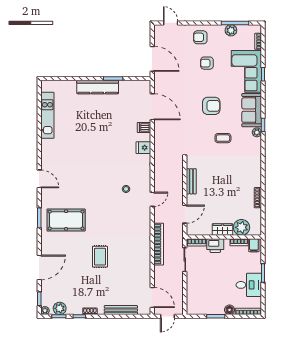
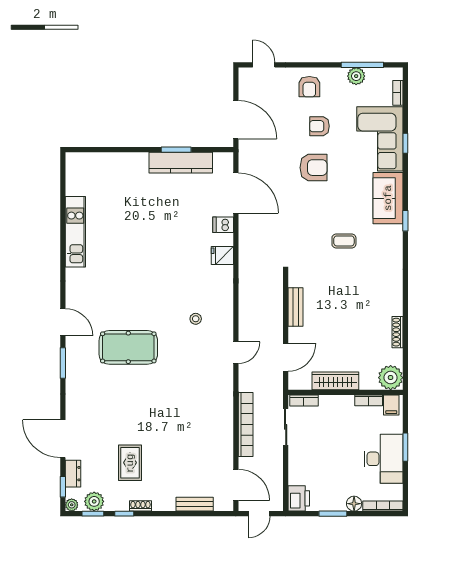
armchair: (200, 37) -> (309, 87), turned -90
kitchen counter: (98, 87) -> (181, 163), moved
armchair: (211, 106) -> (314, 168), moved
kitchen unit: (47, 115) -> (75, 232), moved
plant: (257, 132) -> (396, 232), removed
door: (39, 179) -> (63, 322), moved
door: (152, 199) -> (236, 353), moved
pool table: (66, 220) -> (128, 347), moved
plant: (241, 227) -> (391, 378), moved
wardrobe: (222, 230) -> (335, 381), width x1.50
bookcase: (159, 244) -> (246, 424), moved
printer: (215, 246) -> (299, 498), moved, turned -90
rug: (100, 257) -> (130, 463), moved
door: (39, 267) -> (63, 439), swing flipped
desk: (249, 285) -> (383, 459), width x1.37
dresser: (46, 290) -> (73, 474), added
bench: (121, 310) -> (195, 504), width x0.73

